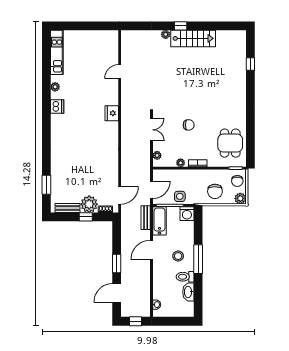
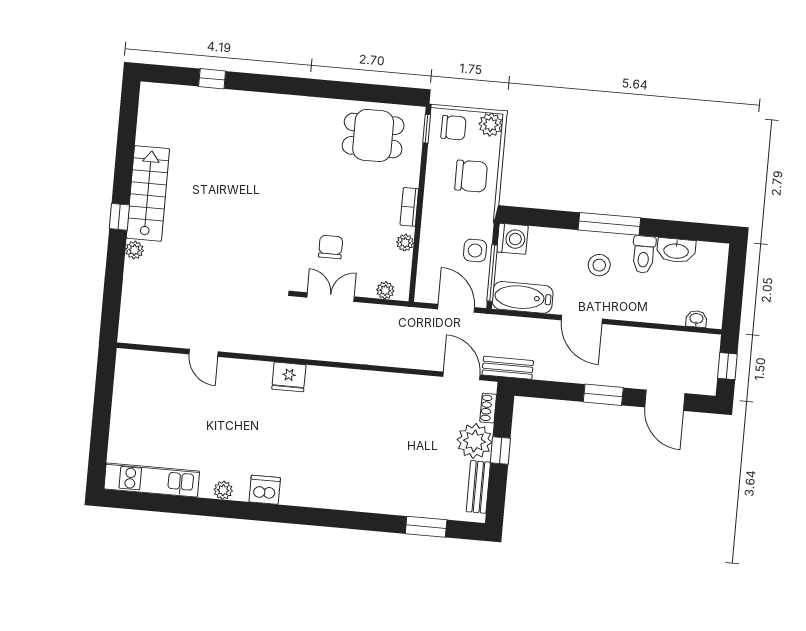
chair: (189, 125) -> (331, 247), moved
bench: (146, 218) -> (508, 368), moved

